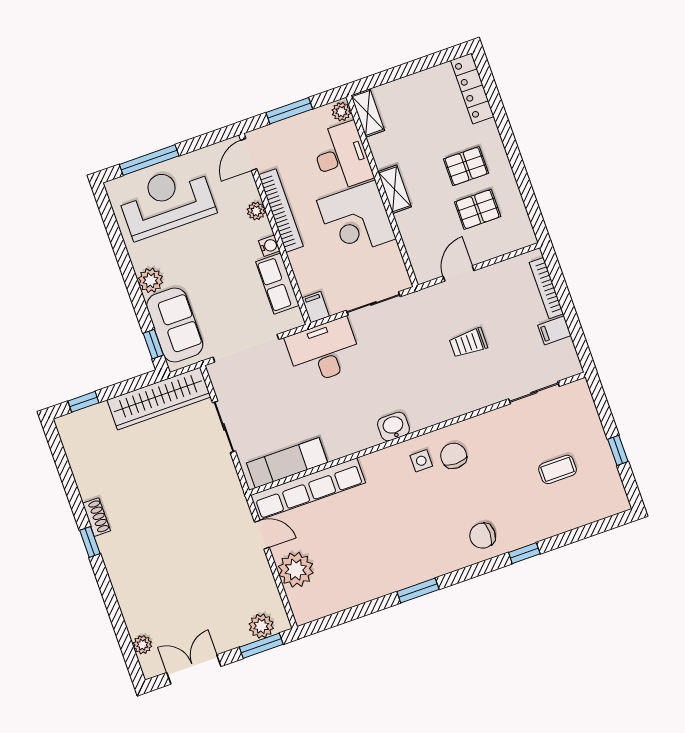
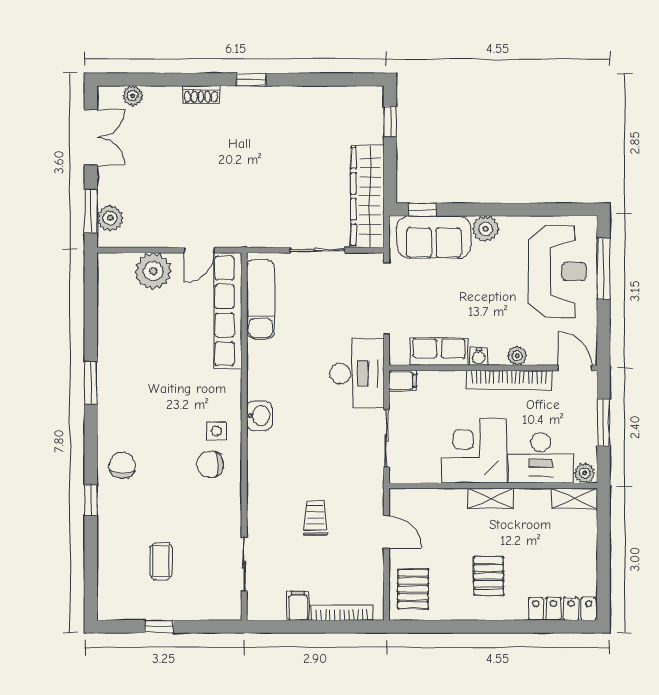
pallet: (478, 209) -> (413, 589), moved
chair: (454, 456) -> (210, 464), turned 180
shoe rack: (97, 517) -> (201, 95), moved

